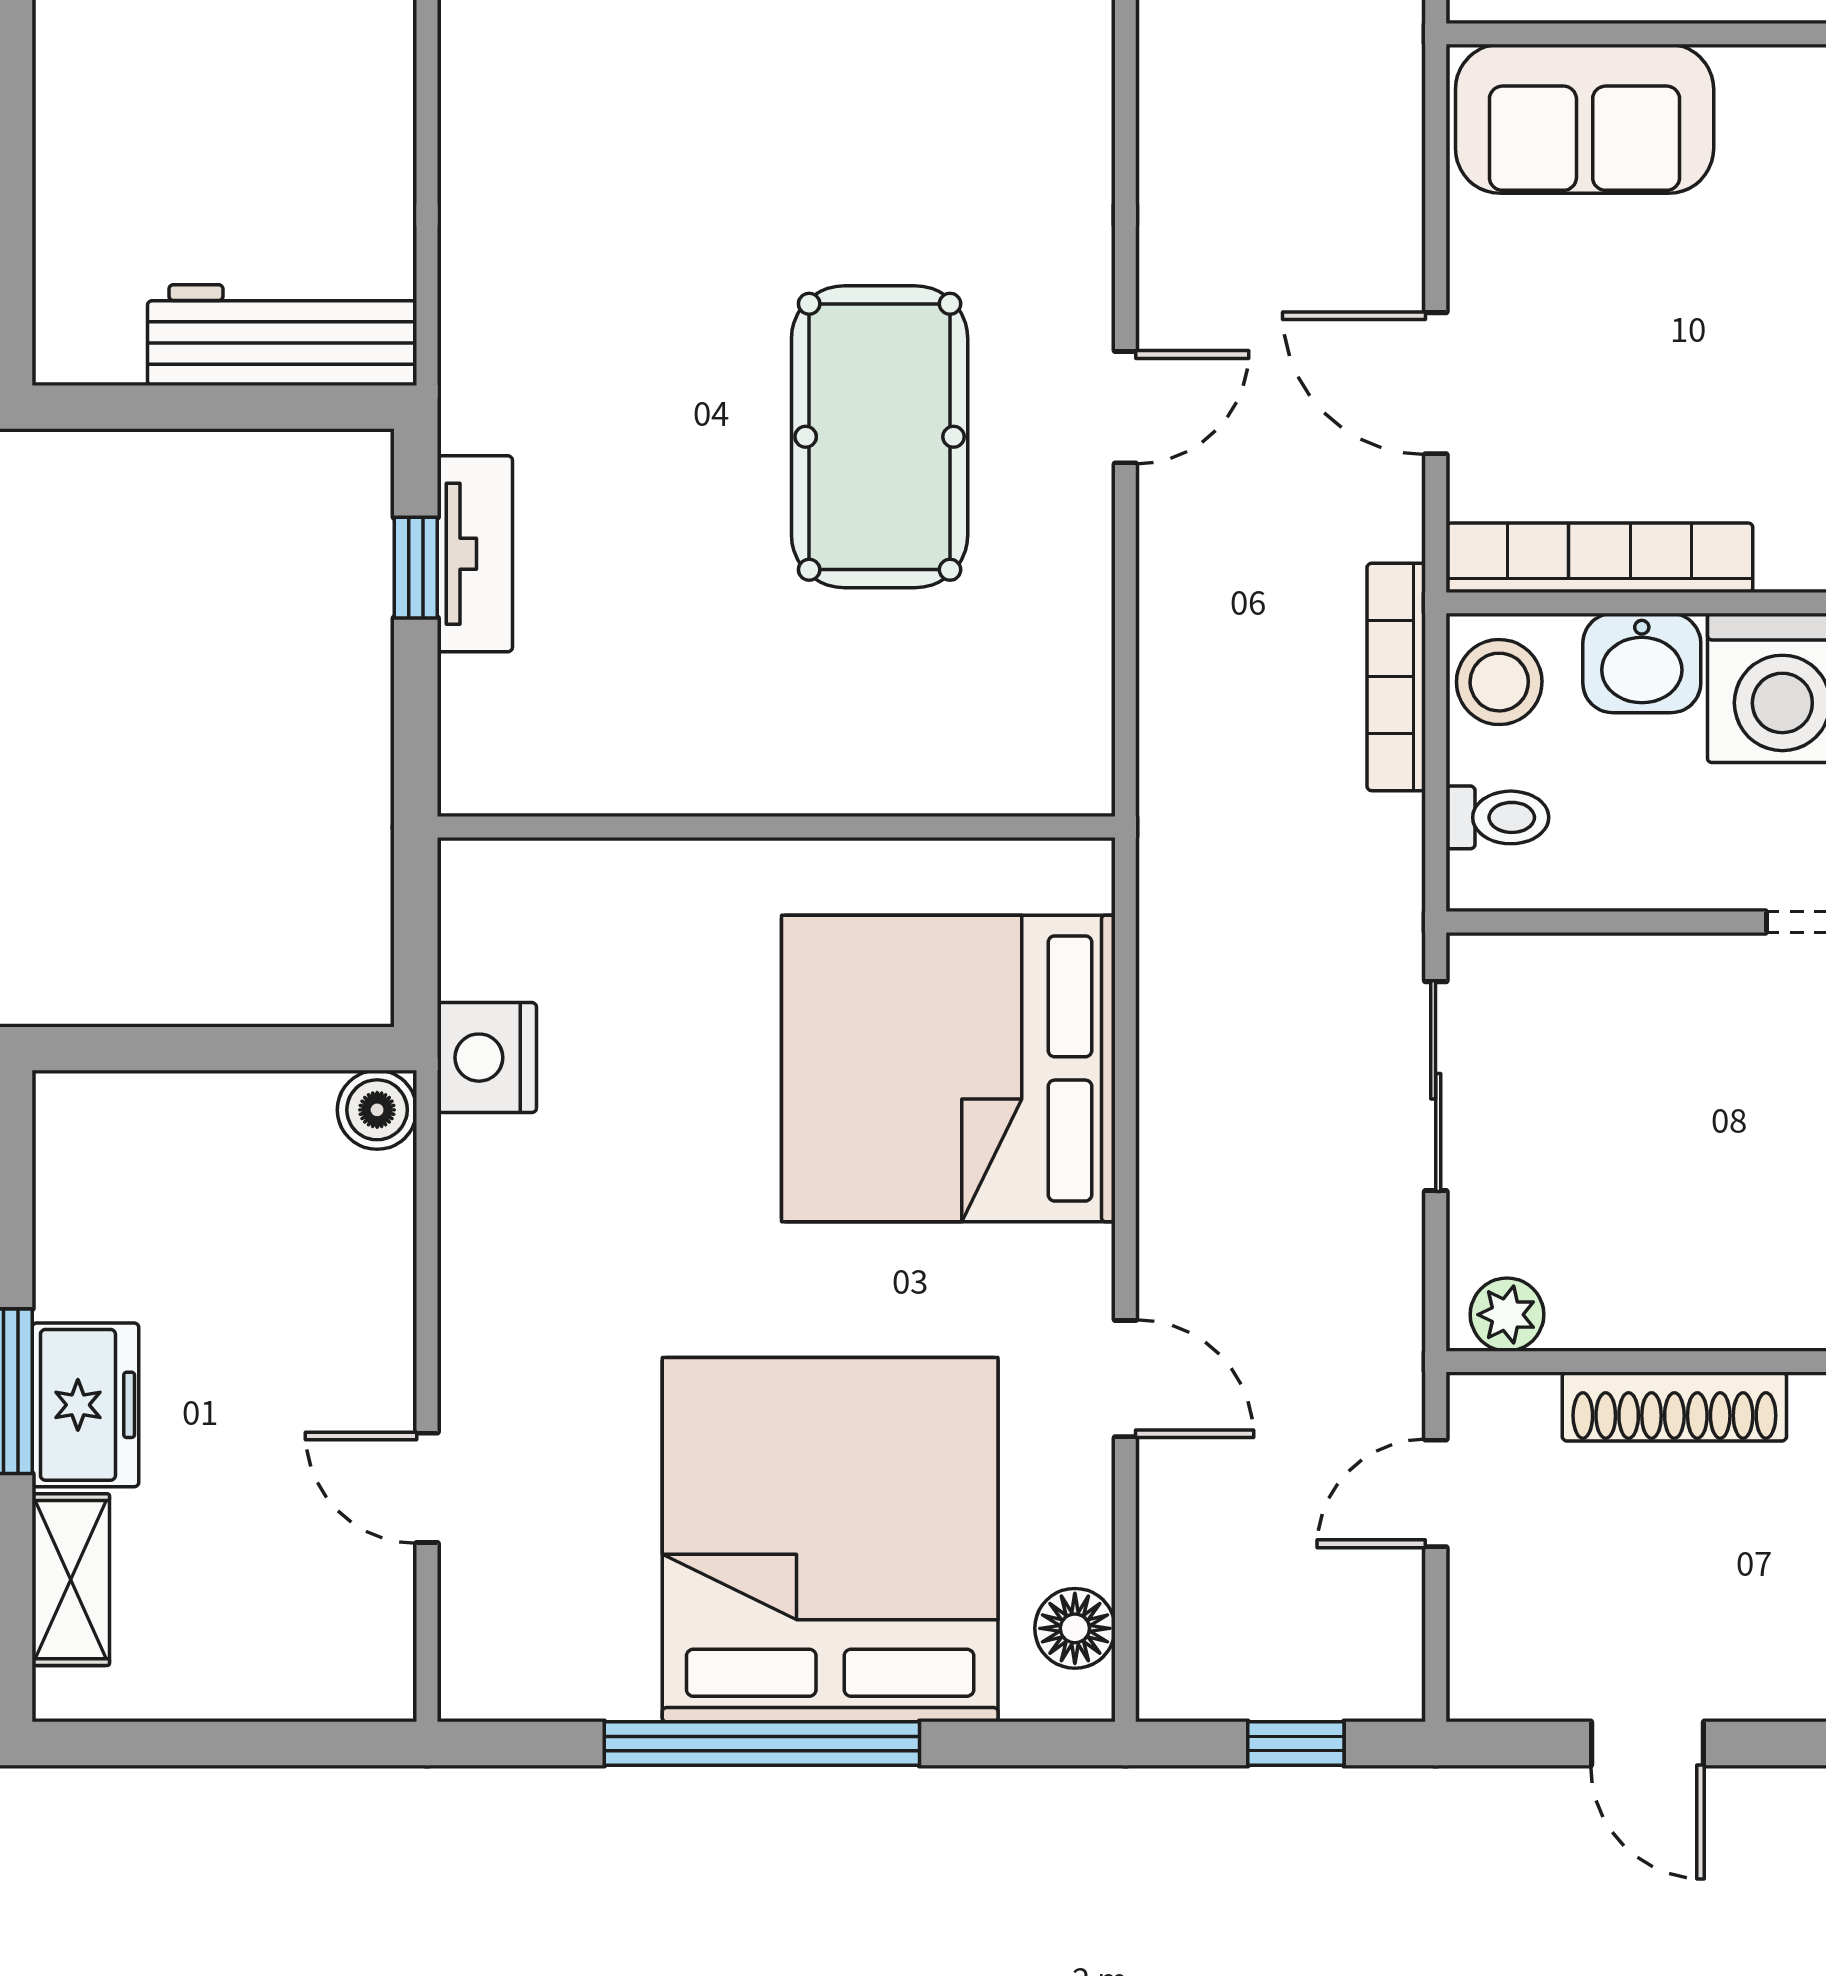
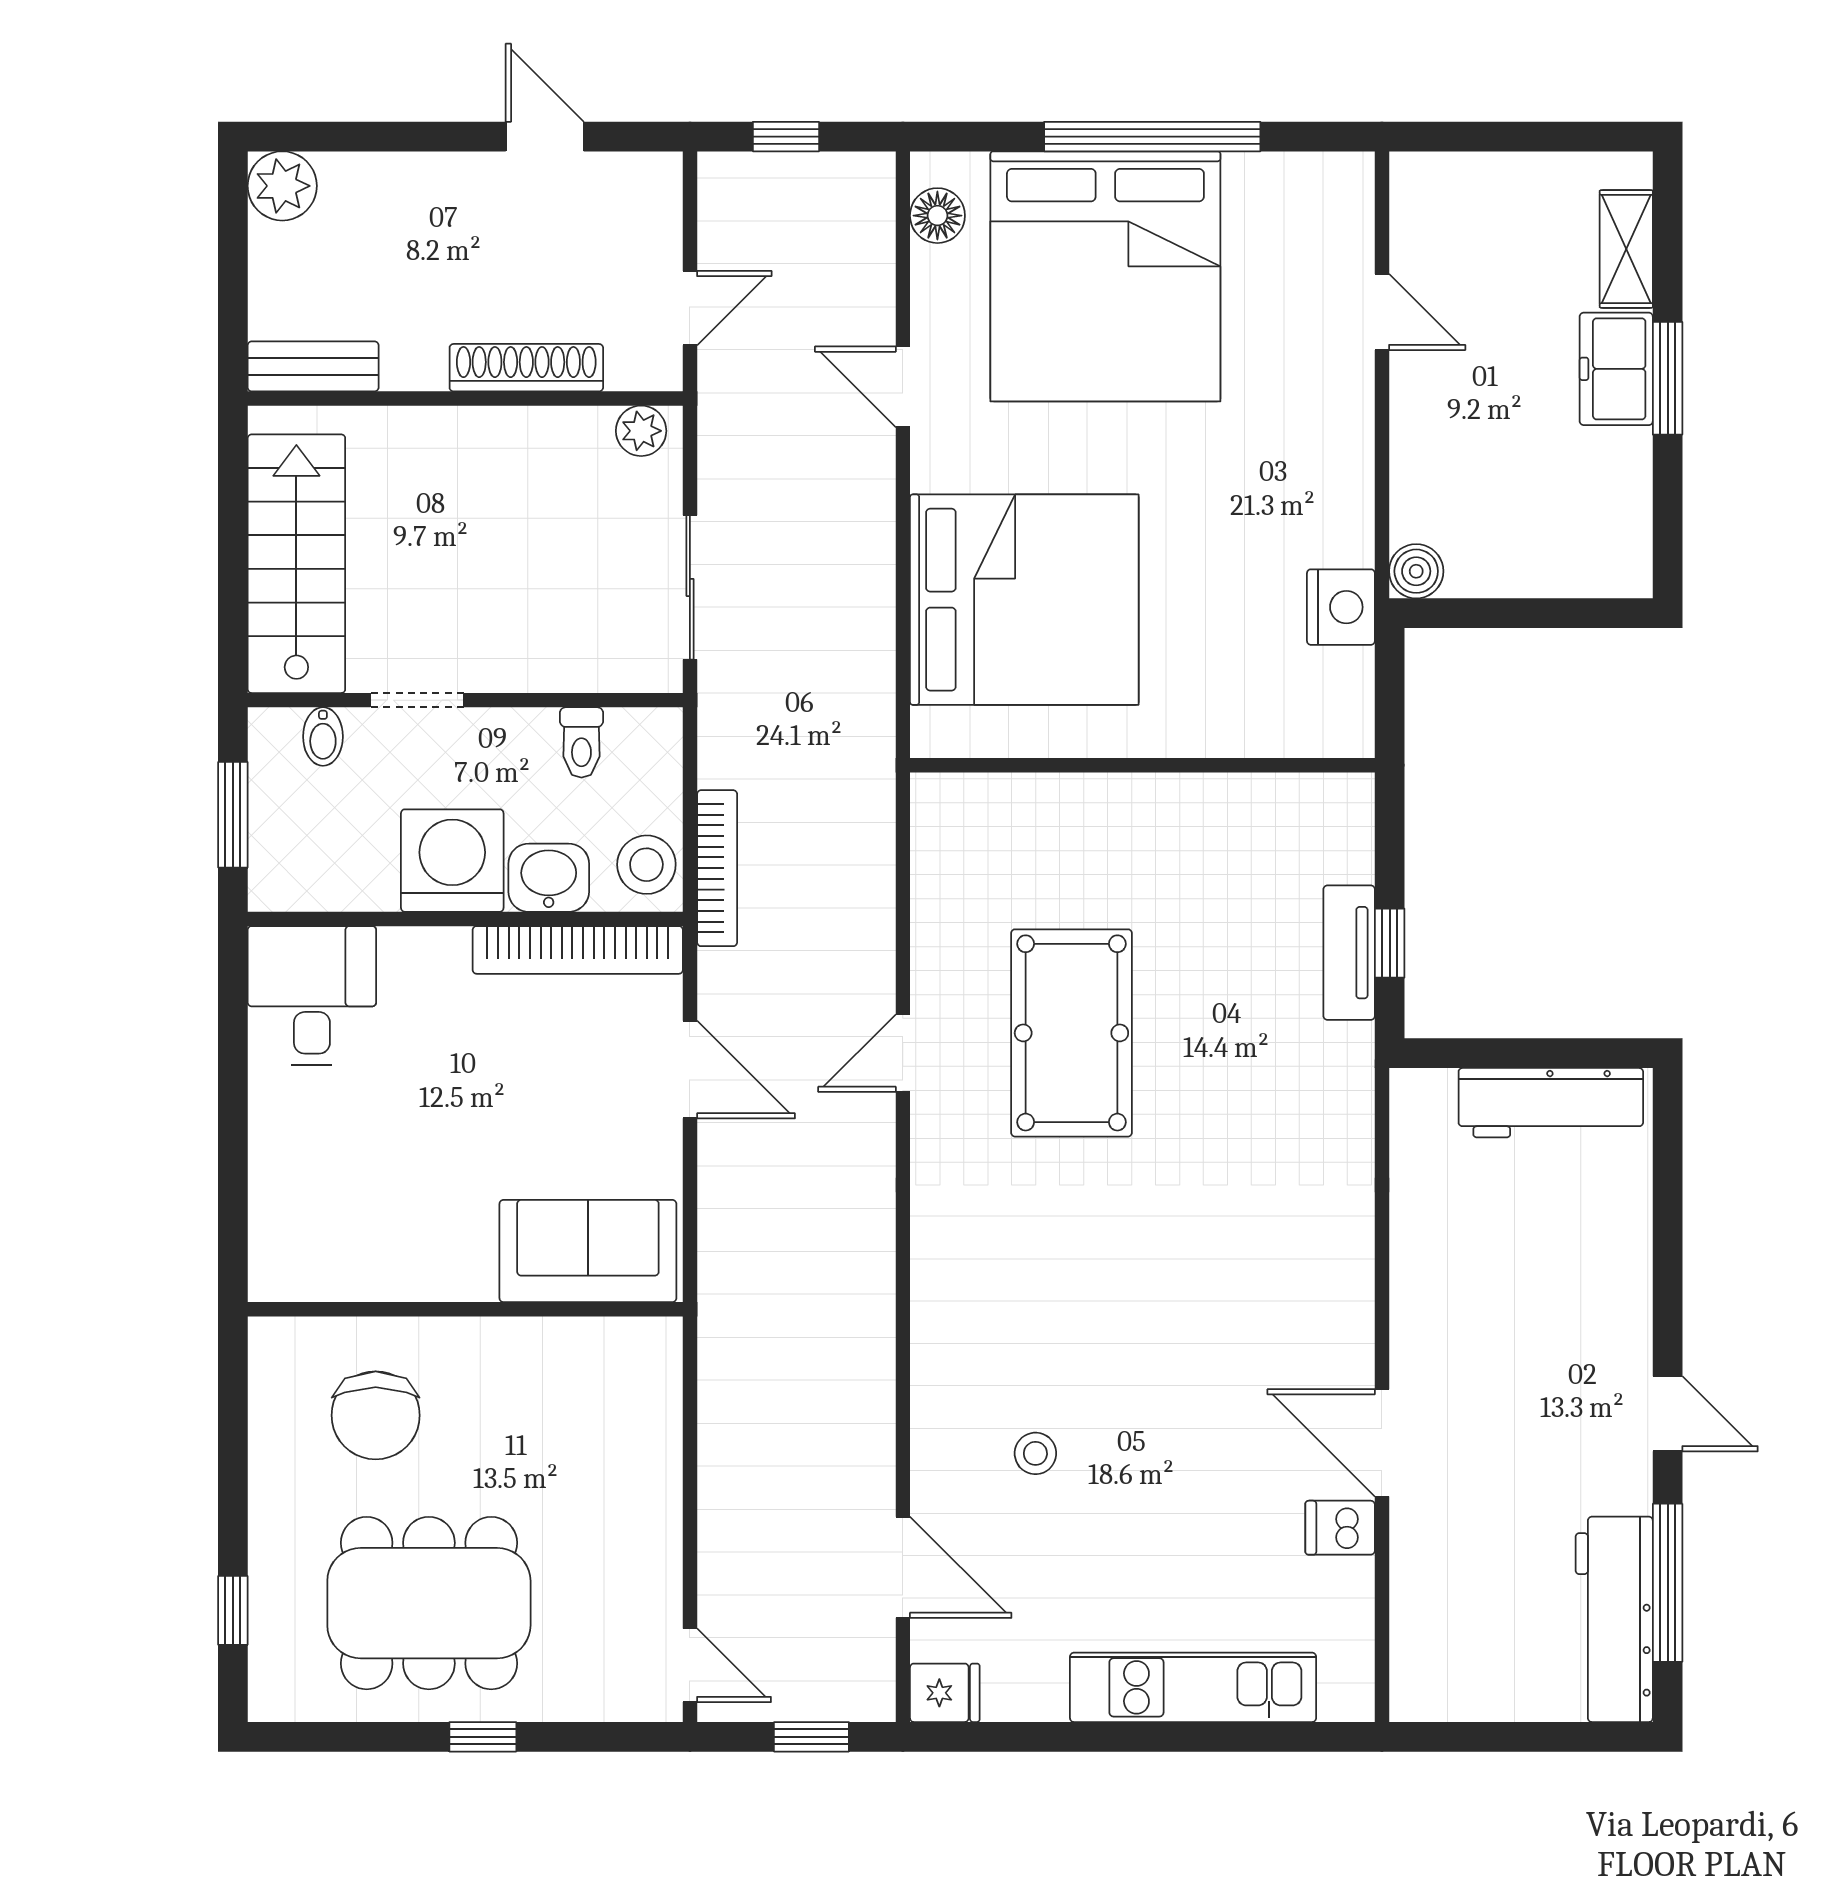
workbench: (282, 335) -> (1551, 1103), moved
toilet: (1497, 817) -> (581, 742), moved, turned -90

